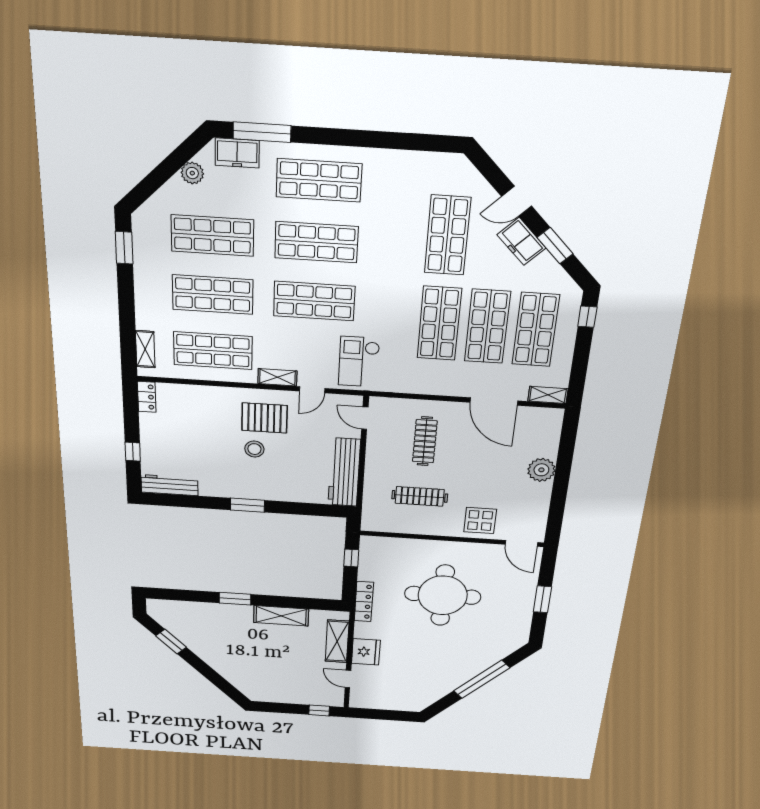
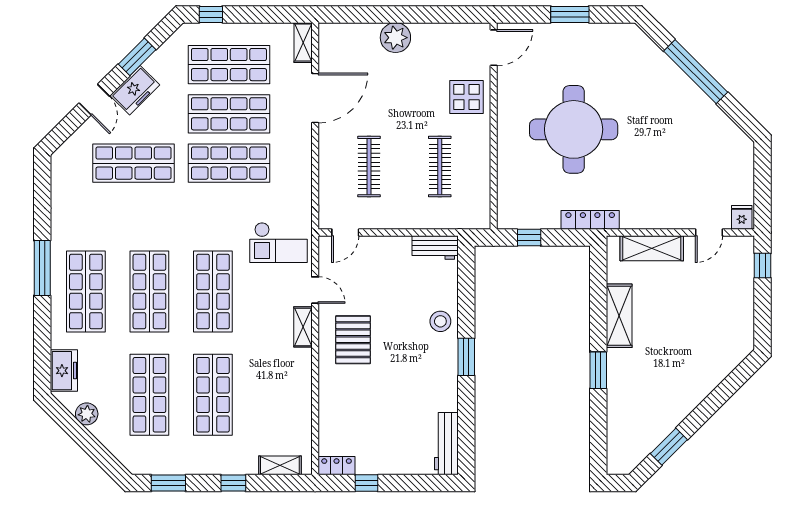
window: (262, 132) -> (42, 268), moved
window: (127, 307) -> (233, 483), added
shop shelf: (213, 351) -> (276, 395), removed
clothes rail: (425, 441) -> (369, 167), turned 90
stool: (254, 449) -> (440, 321), moved
window: (133, 452) -> (366, 483), moved
workbench: (344, 472) -> (435, 247), width x0.53, depth x0.76
fridge: (366, 652) -> (742, 217), moved, width x0.53, depth x0.75

